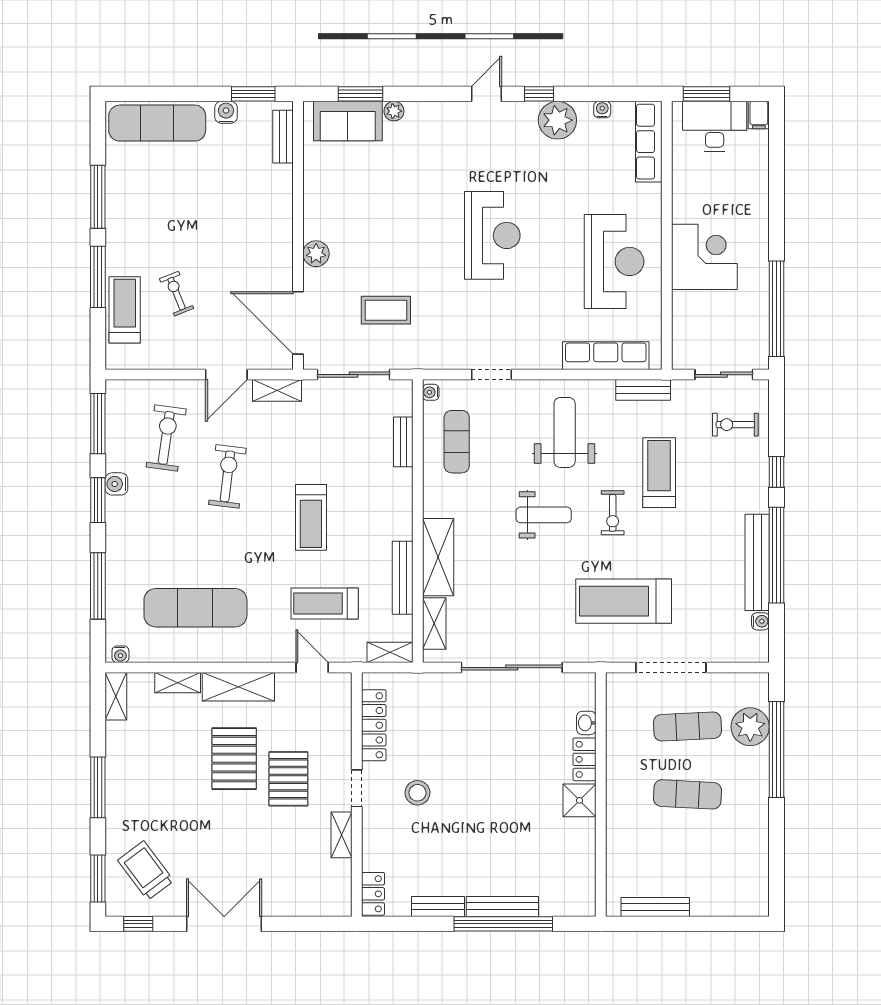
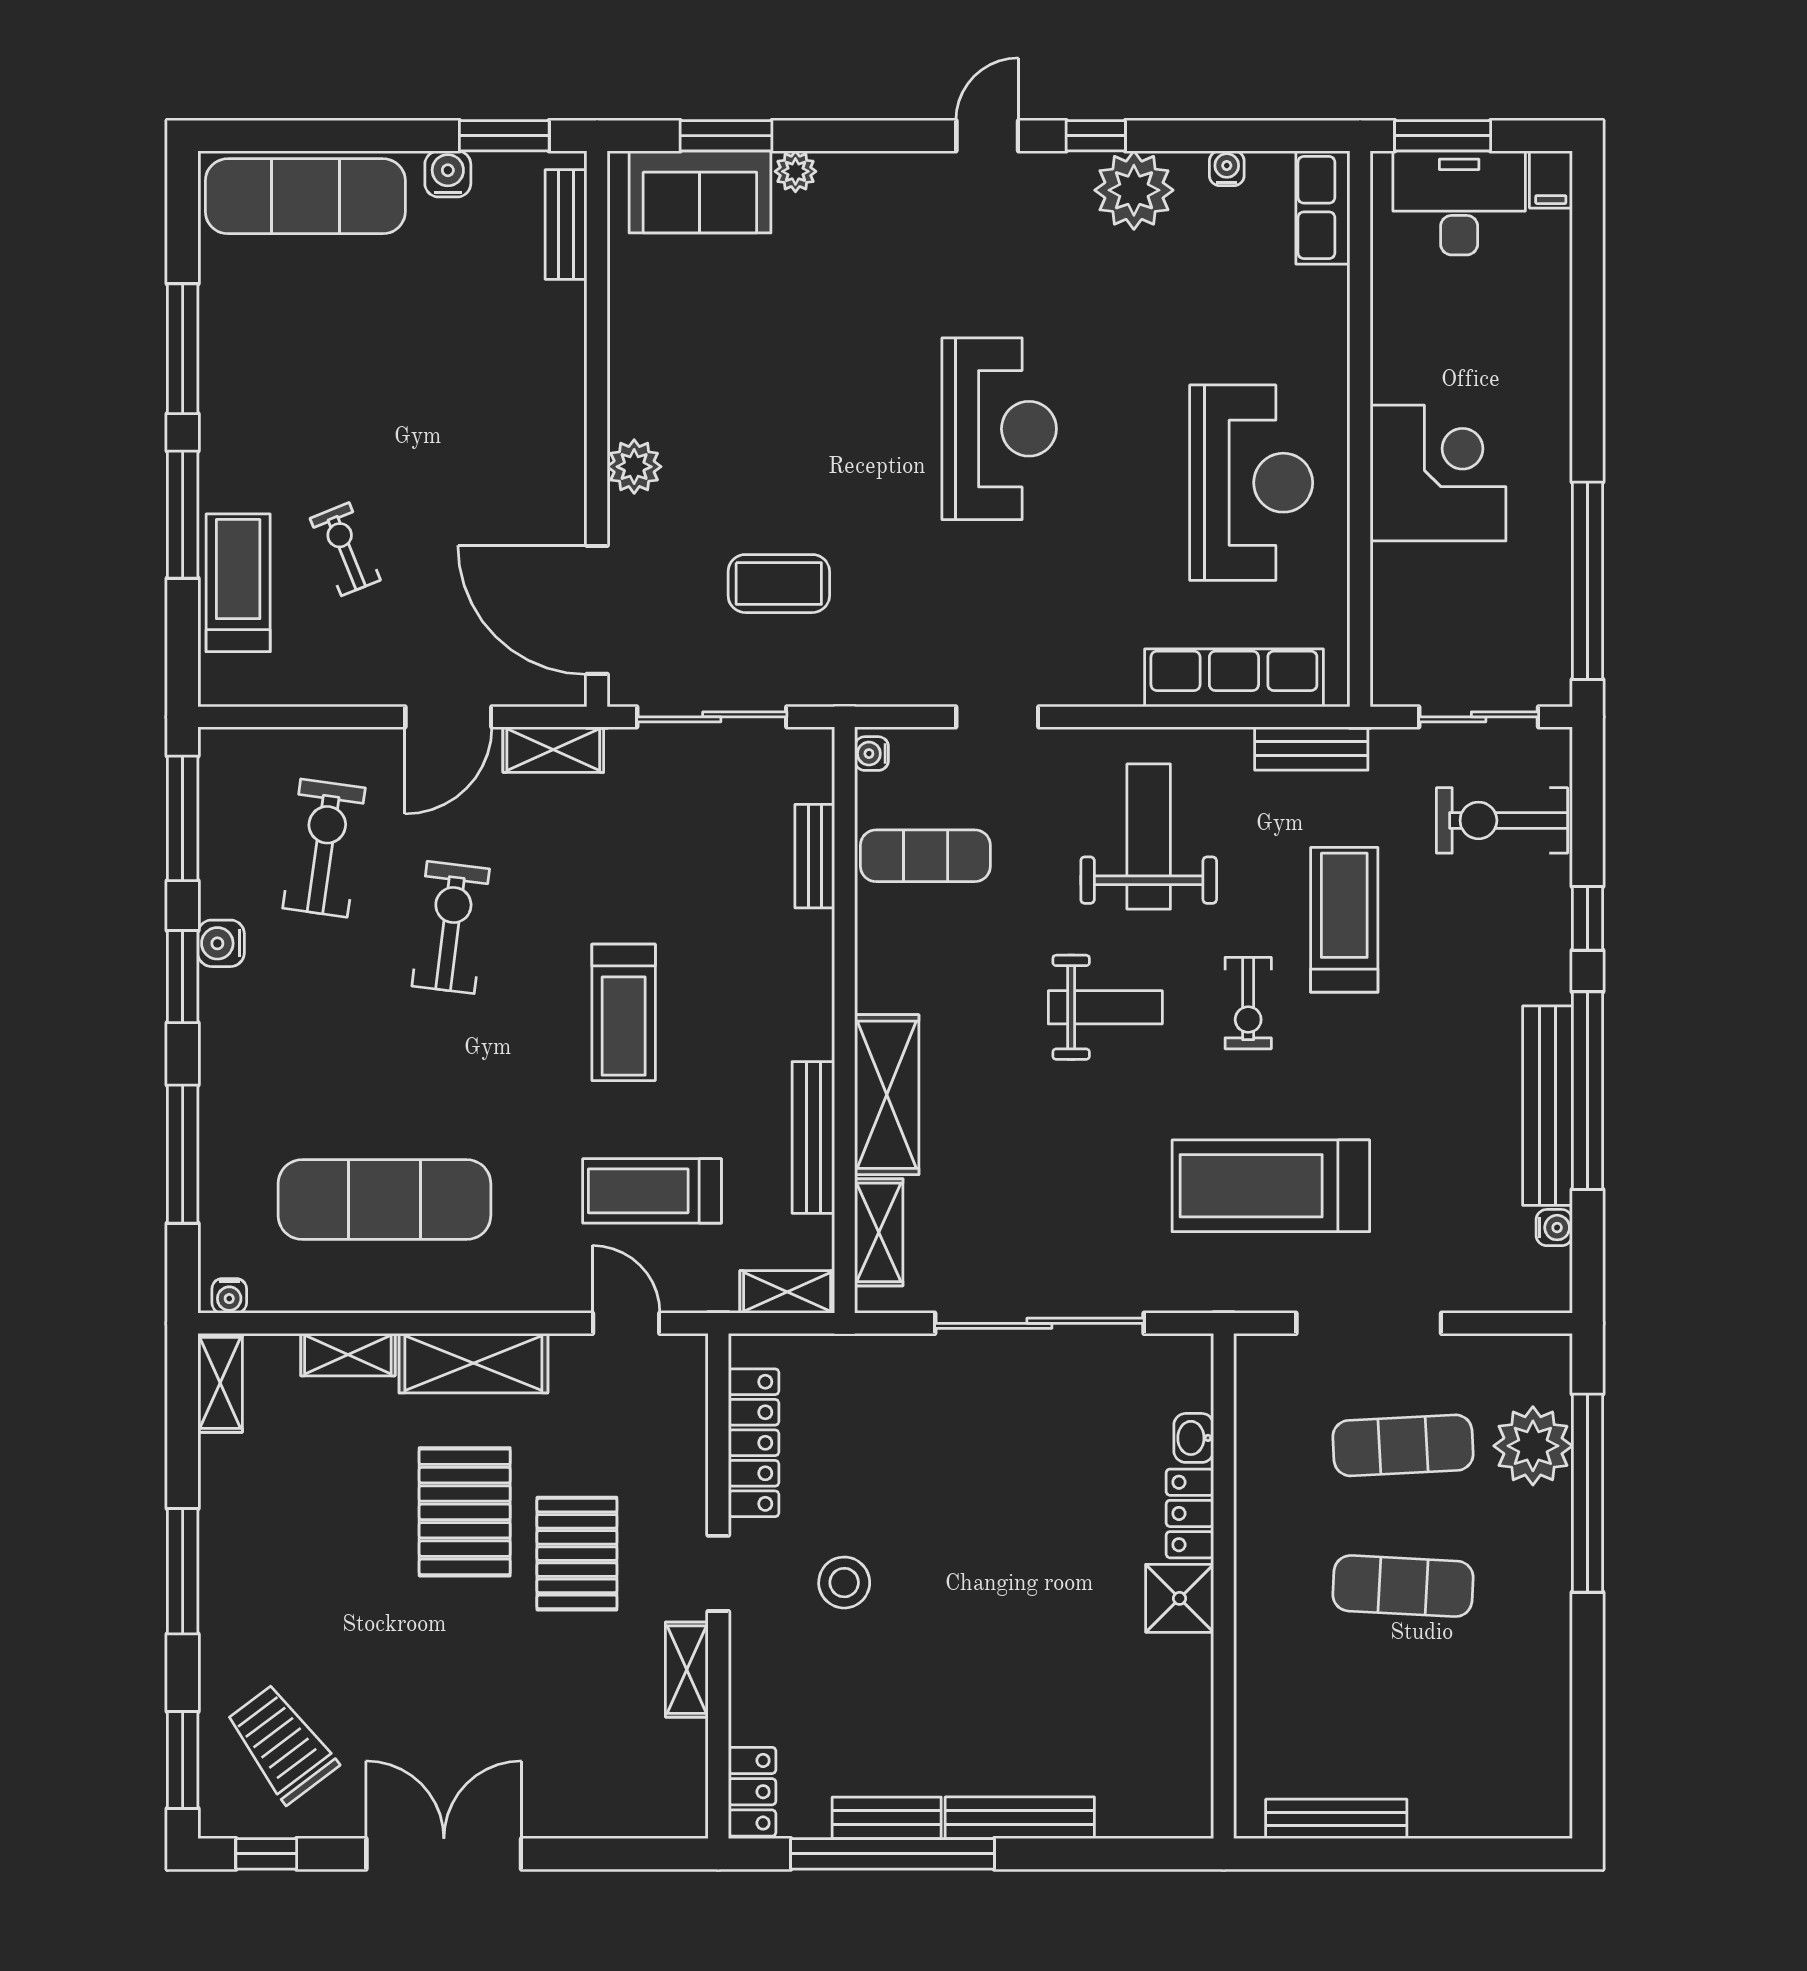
row of seats: (649, 142) -> (1323, 207), width x0.68
exercise bike: (735, 425) -> (1502, 820), width x1.38, depth x1.39
exercise mat: (457, 442) -> (925, 856), turned 90
window: (503, 924) -> (893, 1854), moved

